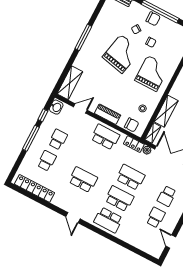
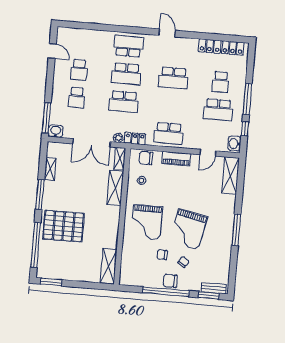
school desk: (58, 139) -> (218, 110), width x1.85
school desk: (167, 196) -> (77, 98), turned 180

